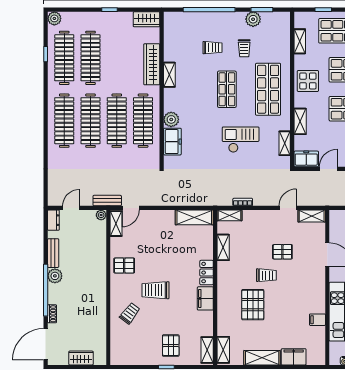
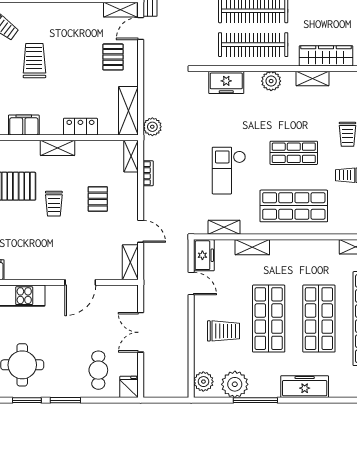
display table: (308, 81) -> (304, 257), removed
plant: (171, 119) -> (271, 81), moved
checkout: (241, 140) -> (229, 171), turned 180
plant: (207, 199) -> (152, 127), added
door: (131, 208) -> (141, 28), hinge flipped
shelving: (223, 247) -> (58, 148), moved
pallet: (282, 252) -> (98, 199), moved
pallet: (124, 266) -> (113, 57), moved
locker: (207, 273) -> (80, 127), moved

